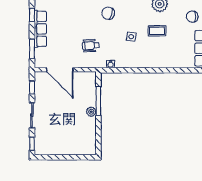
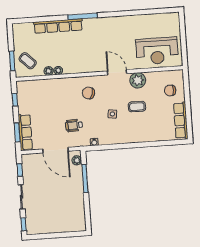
row of seats: (40, 29) -> (25, 132), moved
door: (60, 70) -> (55, 150), moved
plant: (91, 112) -> (77, 160), moved

